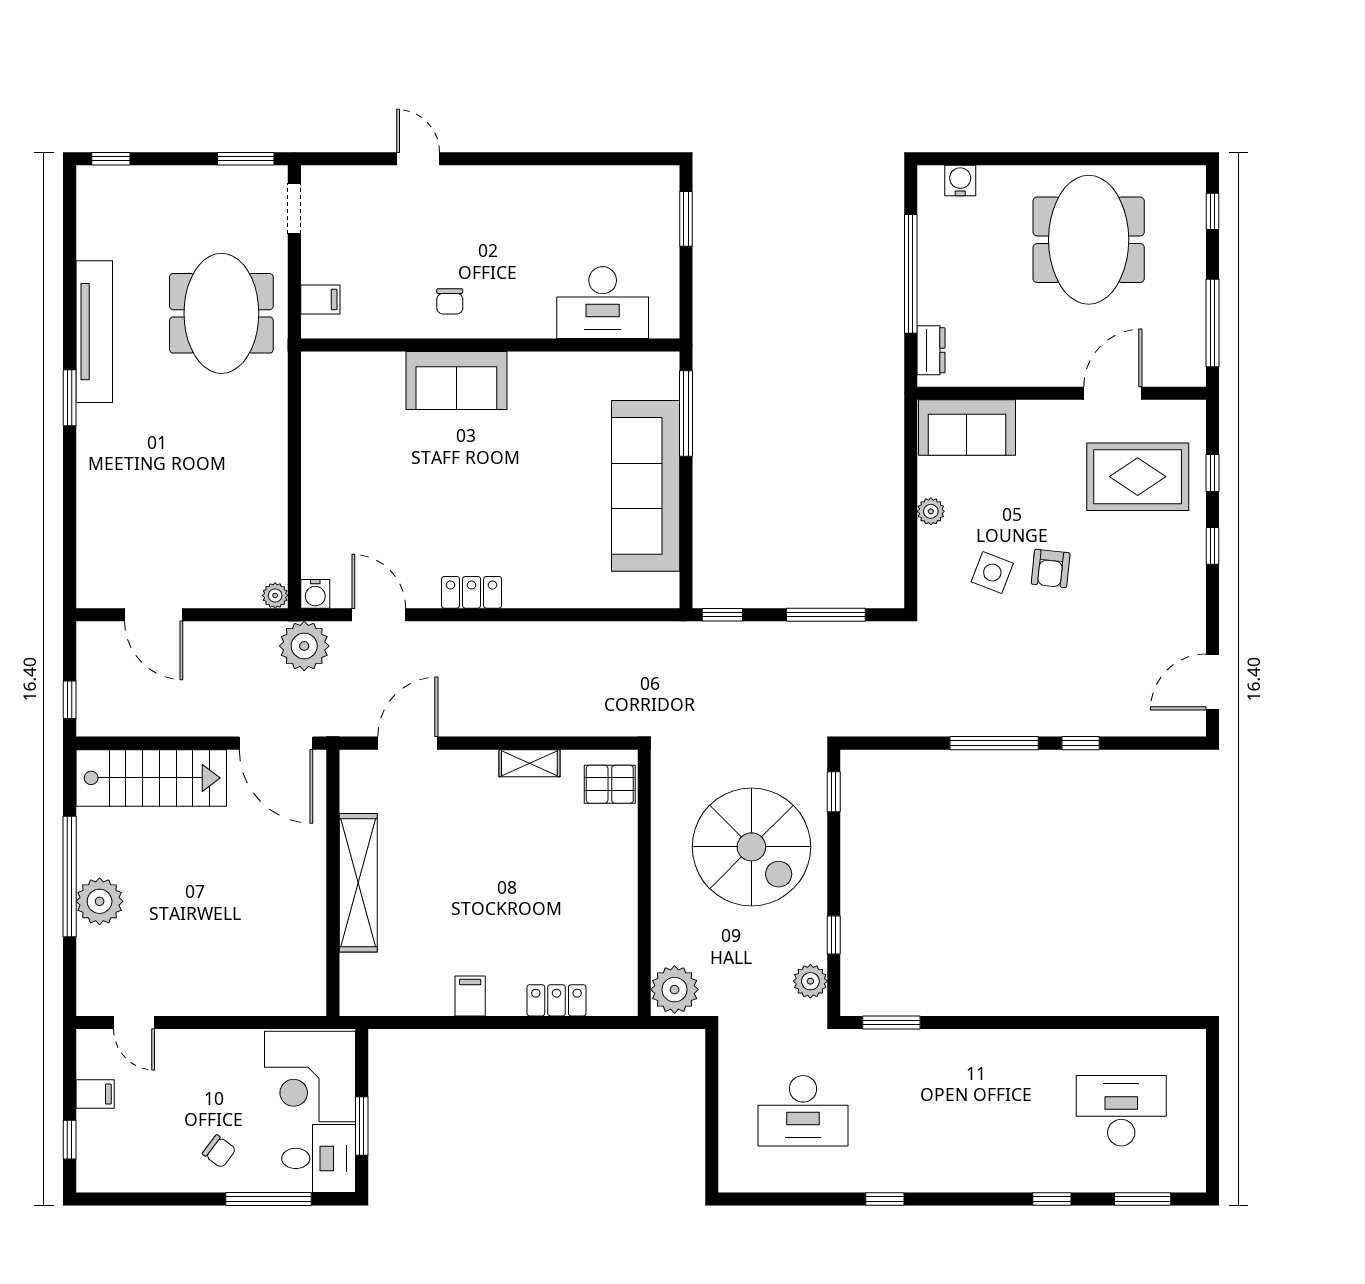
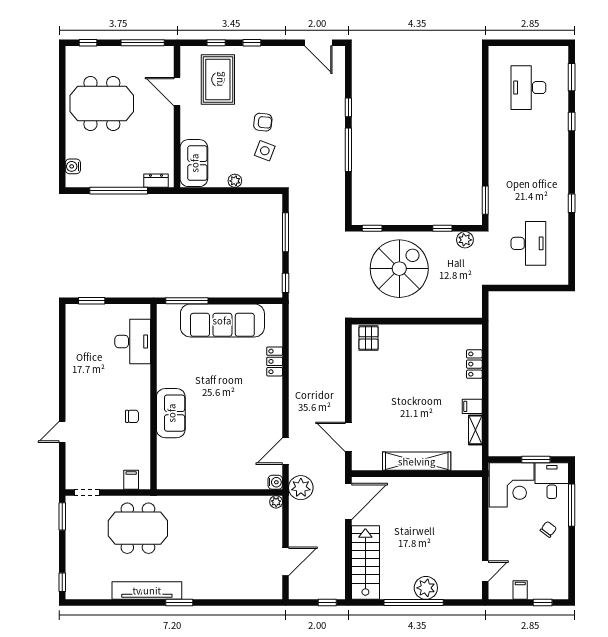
locker: (472, 592) -> (275, 361), moved
shelving: (529, 763) -> (475, 430), moved
plant: (675, 990) -> (469, 306), removed

